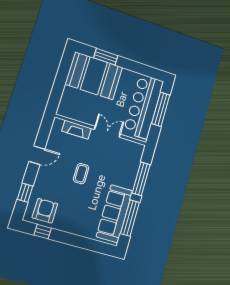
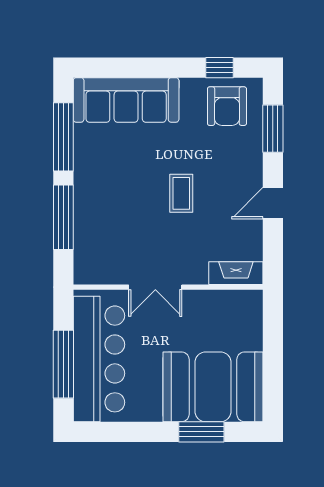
fireplace: (77, 130) -> (236, 273), moved
window: (25, 193) -> (273, 129), width x1.50
sofa: (114, 214) -> (126, 100), moved, turned 90

